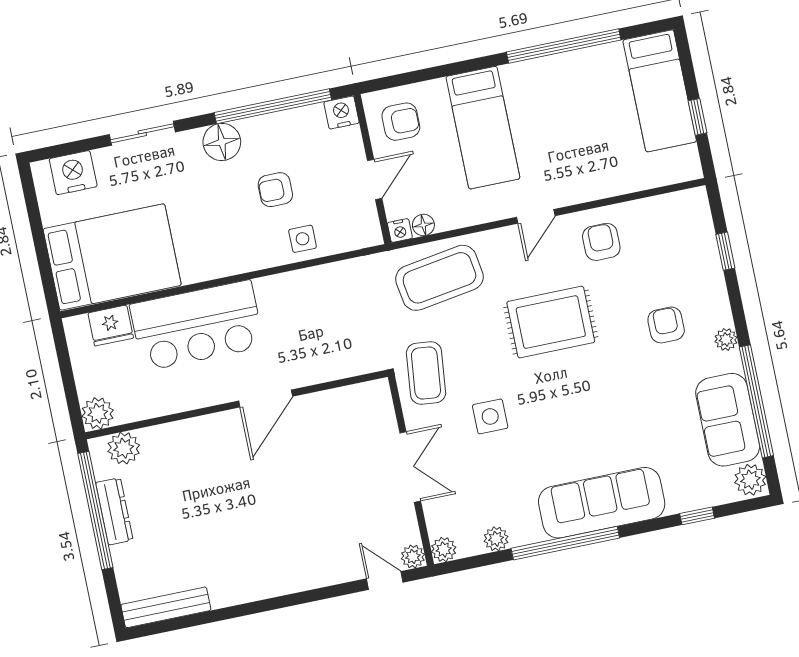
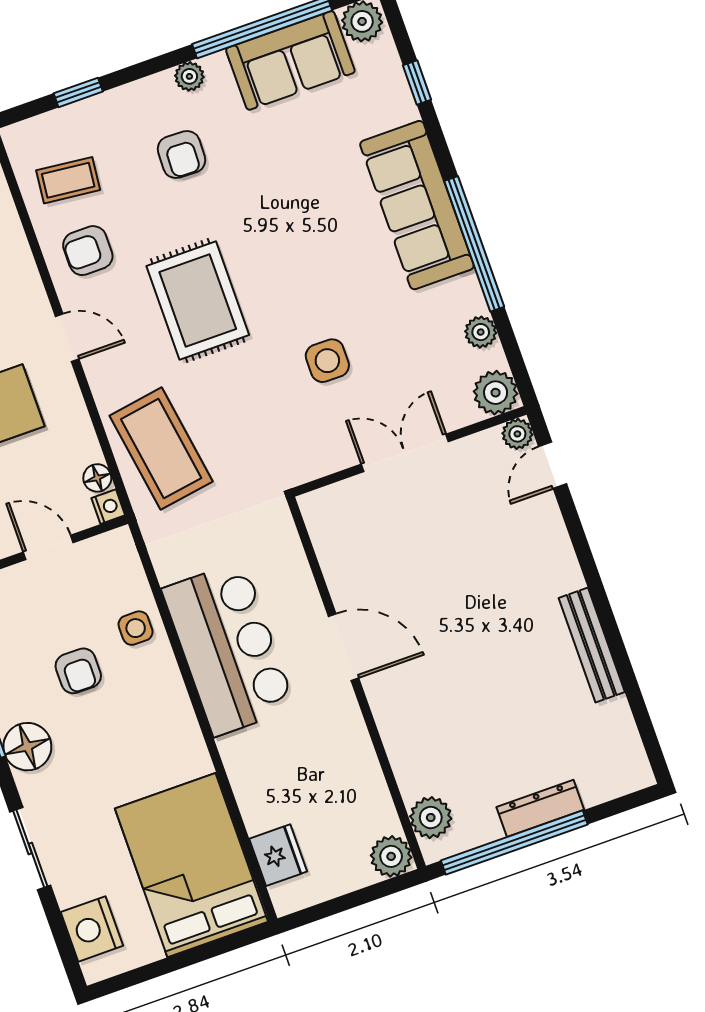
bar counter: (197, 325) -> (229, 649), moved
armchair: (666, 325) -> (181, 155), turned -88
coffee table: (426, 373) -> (68, 180), moved, width x0.73, depth x0.77
dresser: (114, 511) -> (540, 808), moved
plant: (444, 549) -> (496, 393), width x1.38, depth x1.38
bench: (166, 607) -> (592, 645), moved

